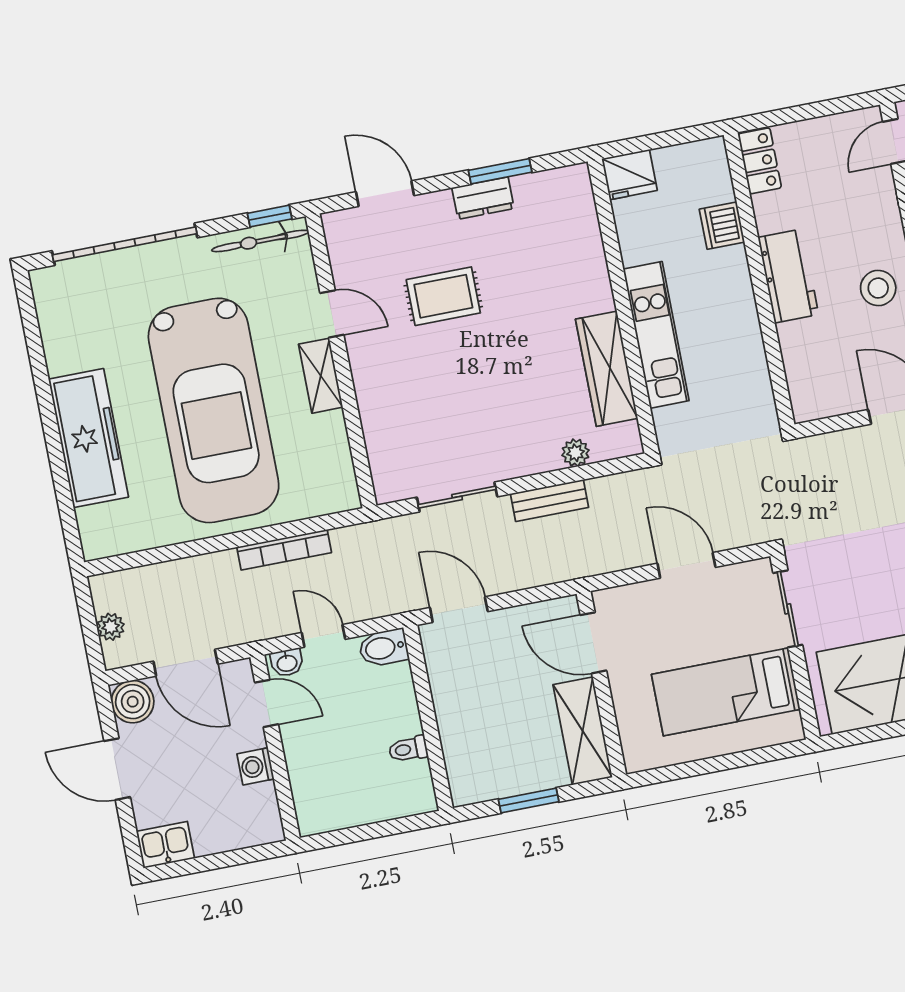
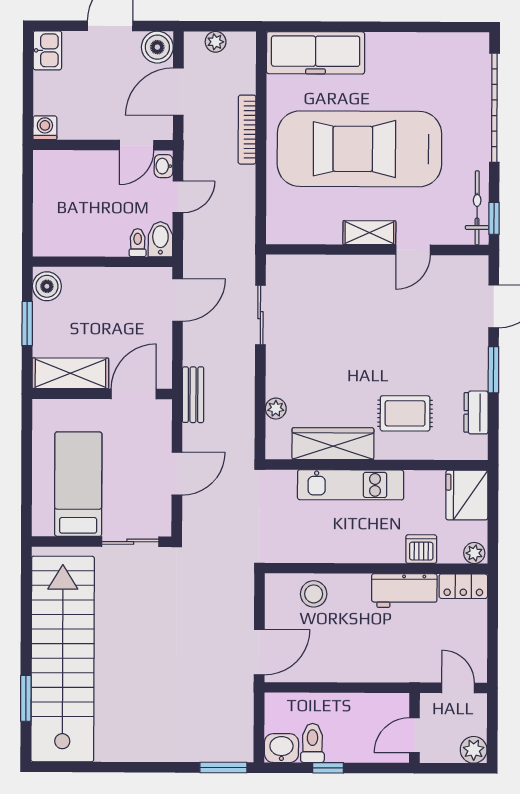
plant: (713, 155) -> (474, 553), added
window: (500, 171) -> (493, 370), moved
fridge: (629, 175) -> (467, 495), width x1.36, depth x1.34
dresser: (483, 198) -> (476, 412), moved
workbench: (788, 276) -> (404, 591), moved
stool: (878, 288) -> (314, 594), moved
rug: (443, 296) -> (405, 413), moved, turned 90
freezer: (88, 438) -> (316, 53), moved
bench: (550, 501) -> (193, 395), moved
bookcase: (284, 550) -> (247, 130), moved
toilet: (408, 749) -> (138, 243), moved
washing machine: (256, 766) -> (45, 128), moved
boiler: (475, 784) -> (47, 286), added

